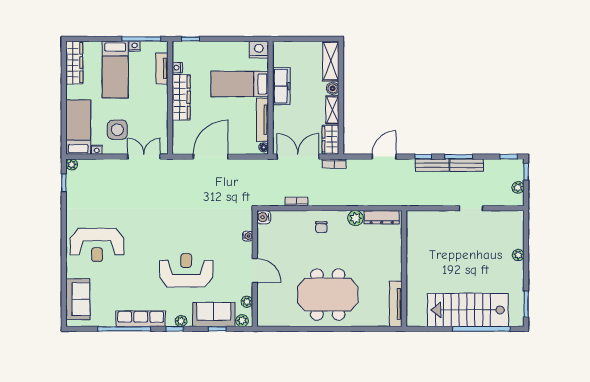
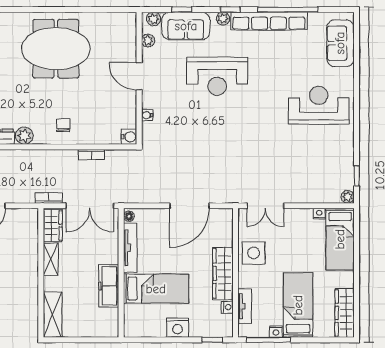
nightstand: (259, 50) -> (178, 328), moved
boiler: (333, 88) -> (50, 283), removed
side table: (117, 130) -> (254, 253), moved
row of seats: (141, 319) -> (269, 21), width x1.36

